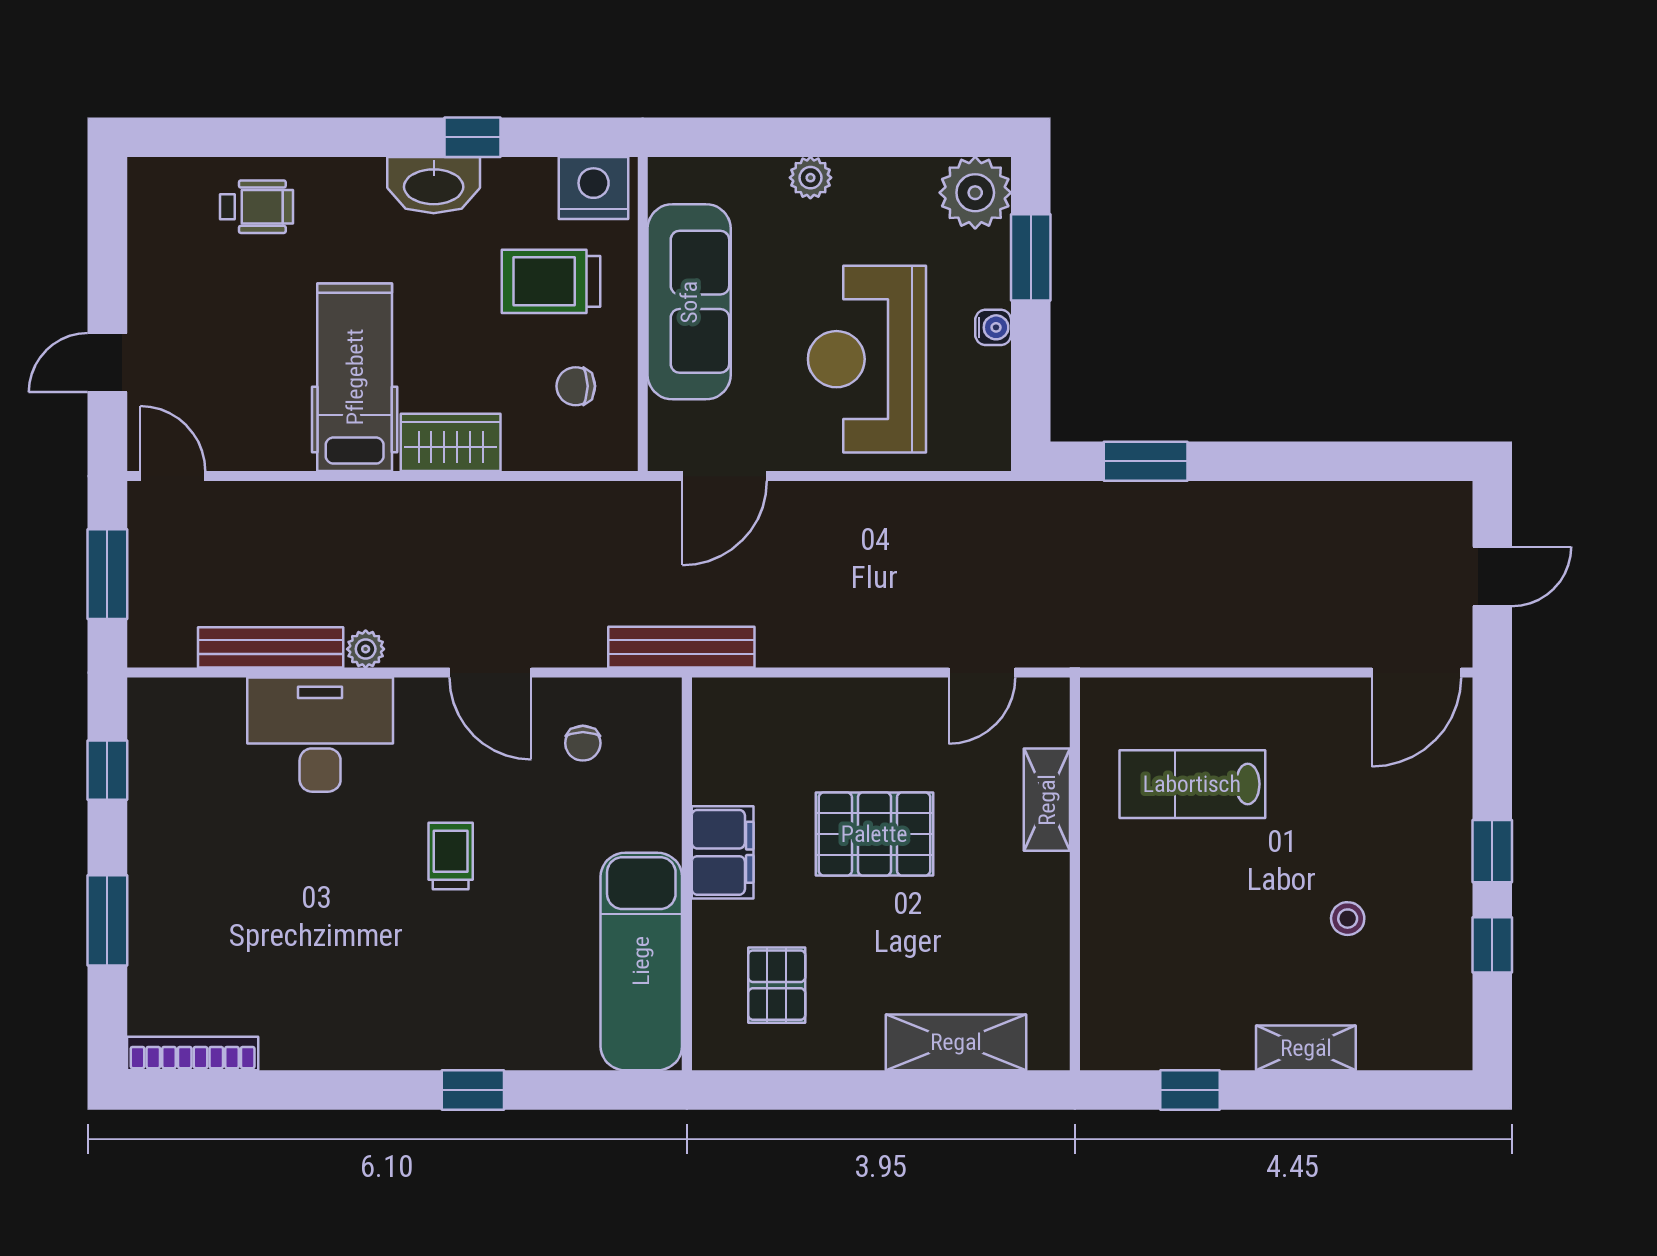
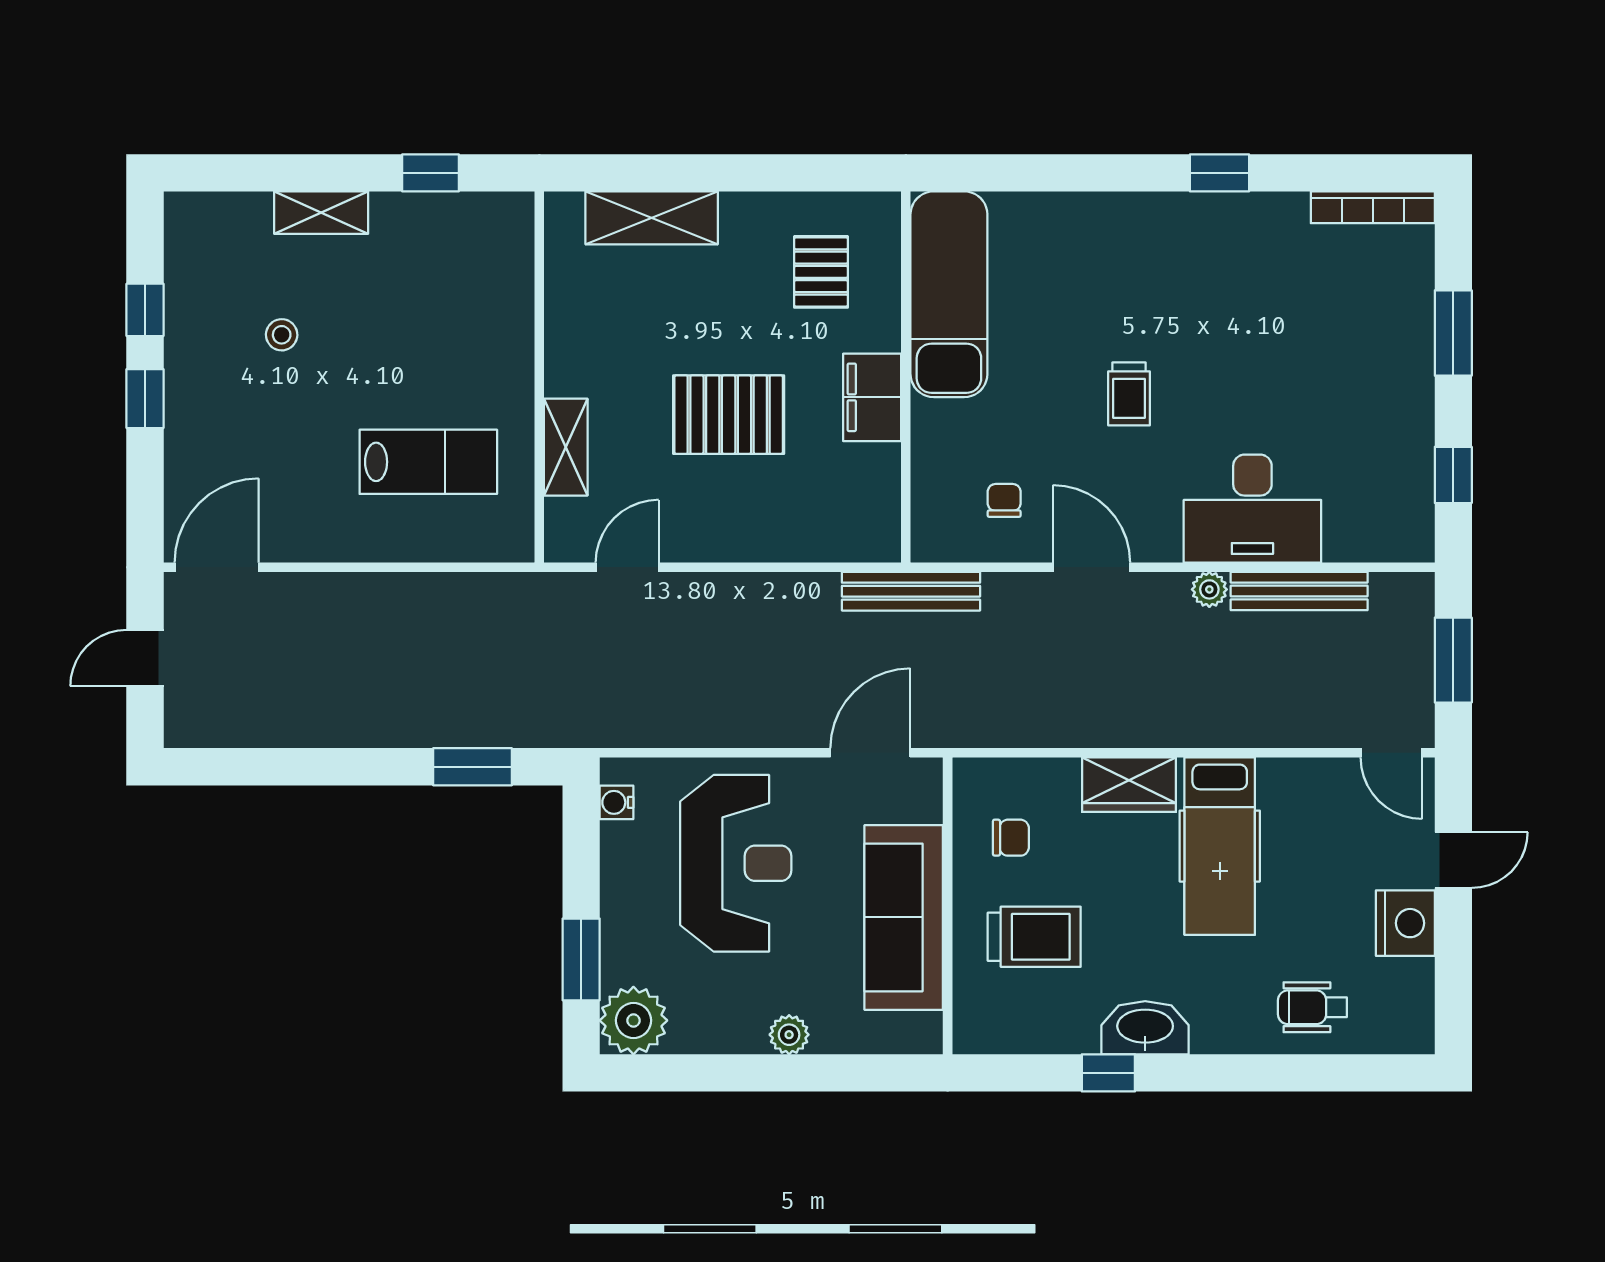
nightstand: (594, 188) -> (1405, 923), moved, turned -90
water cooler: (993, 327) -> (617, 802), moved
window: (473, 1090) -> (1220, 173), moved

